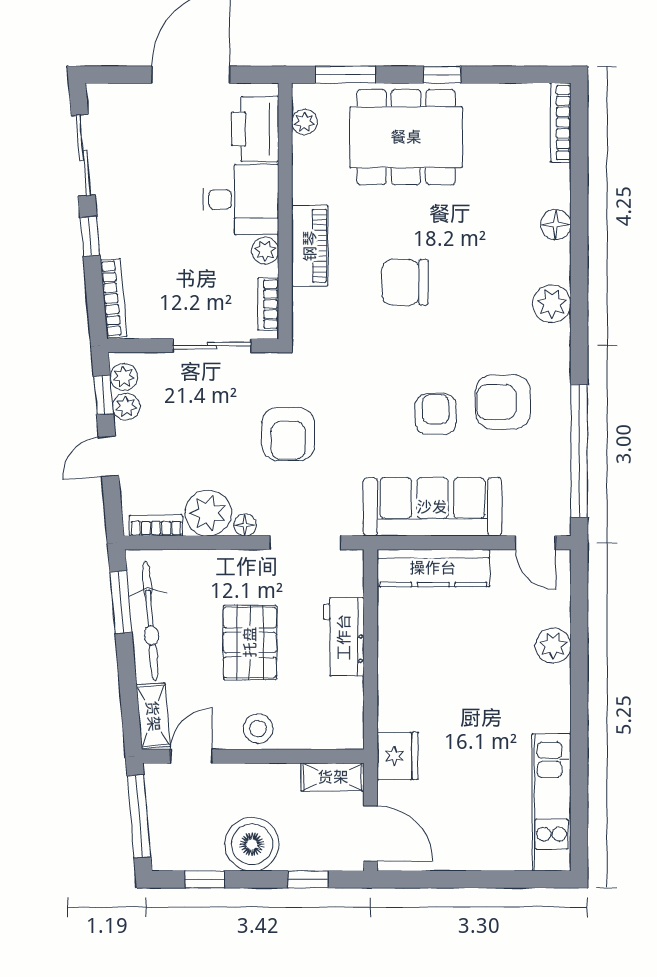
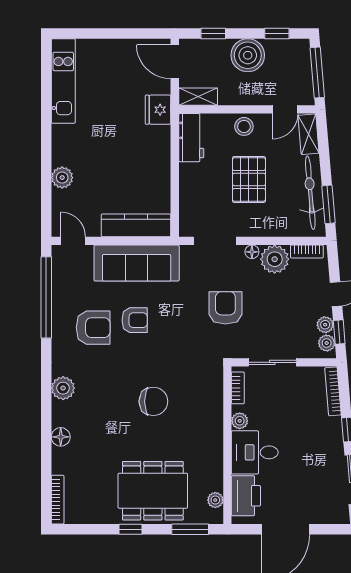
piano: (310, 246) -> (212, 424), removed
armchair: (436, 414) -> (135, 320), turned -90
workbench: (344, 637) -> (191, 138), moved

